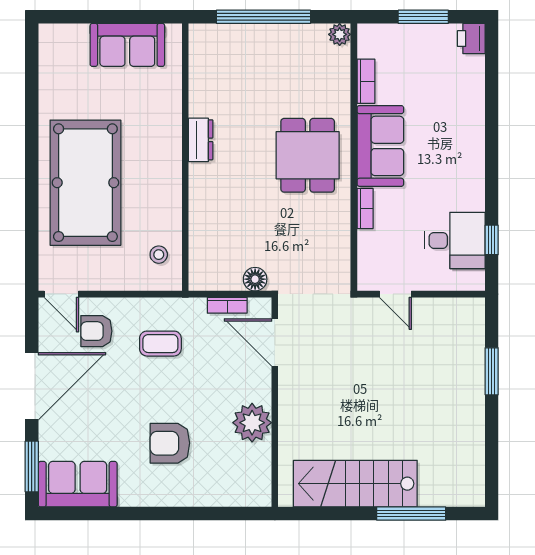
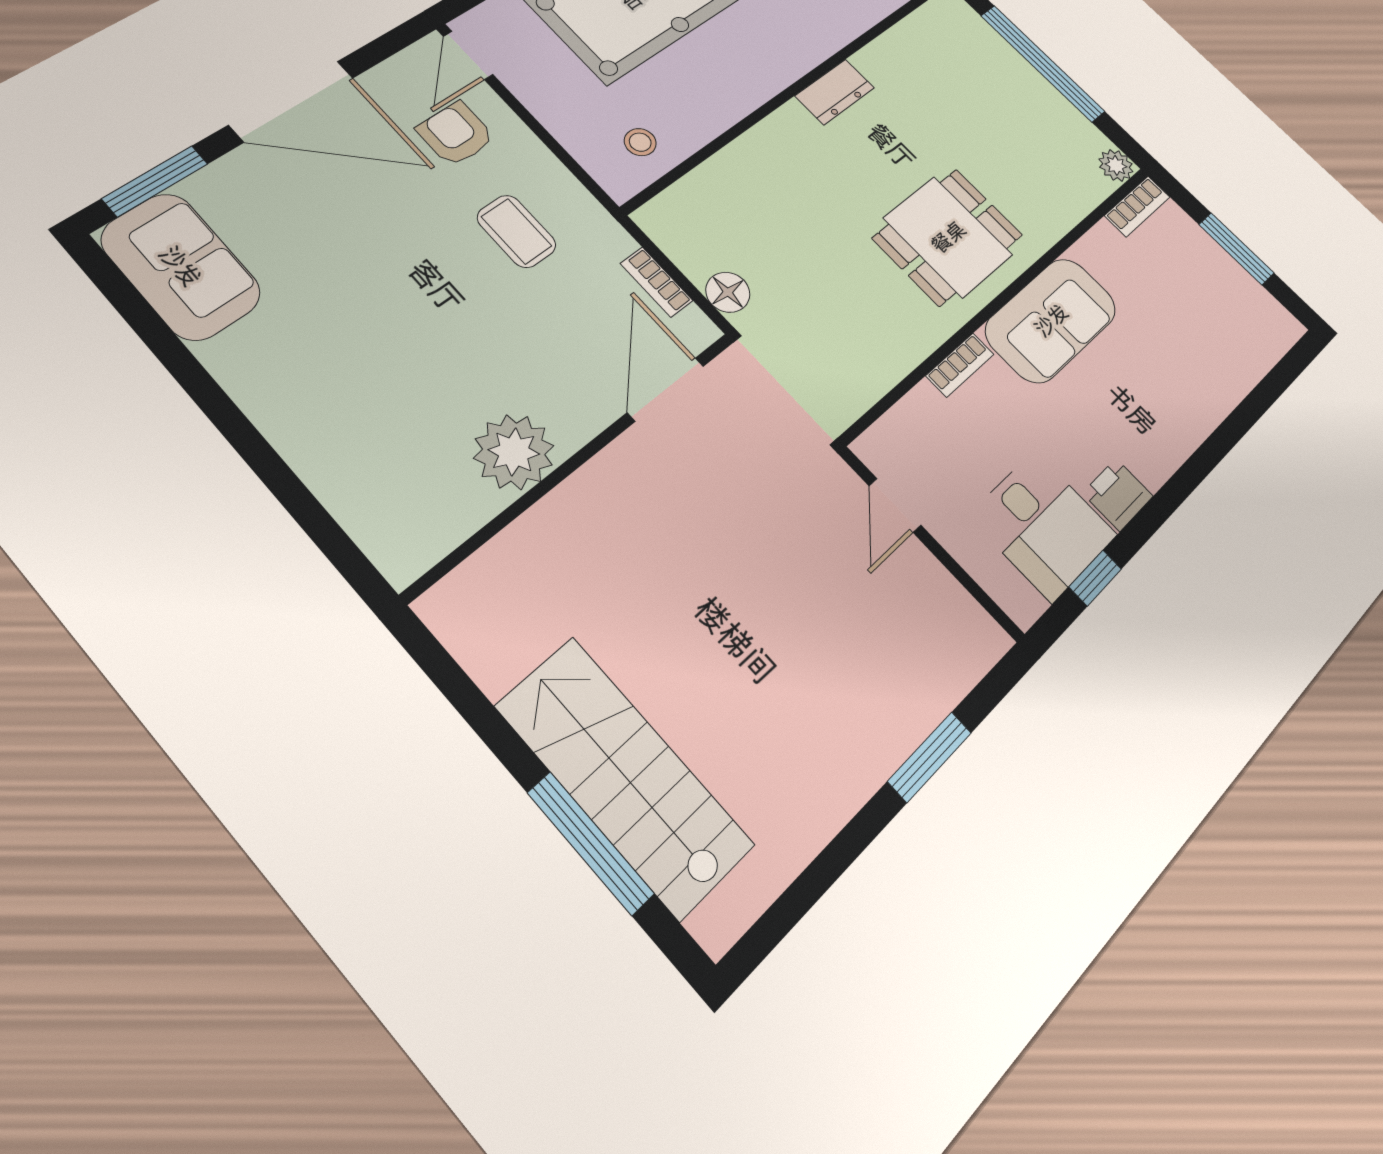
printer: (471, 39) -> (1118, 495), moved
bookcase: (366, 81) -> (1137, 206), moved
armchair: (170, 443) -> (371, 354), removed
stairs: (355, 484) -> (624, 775), moved

